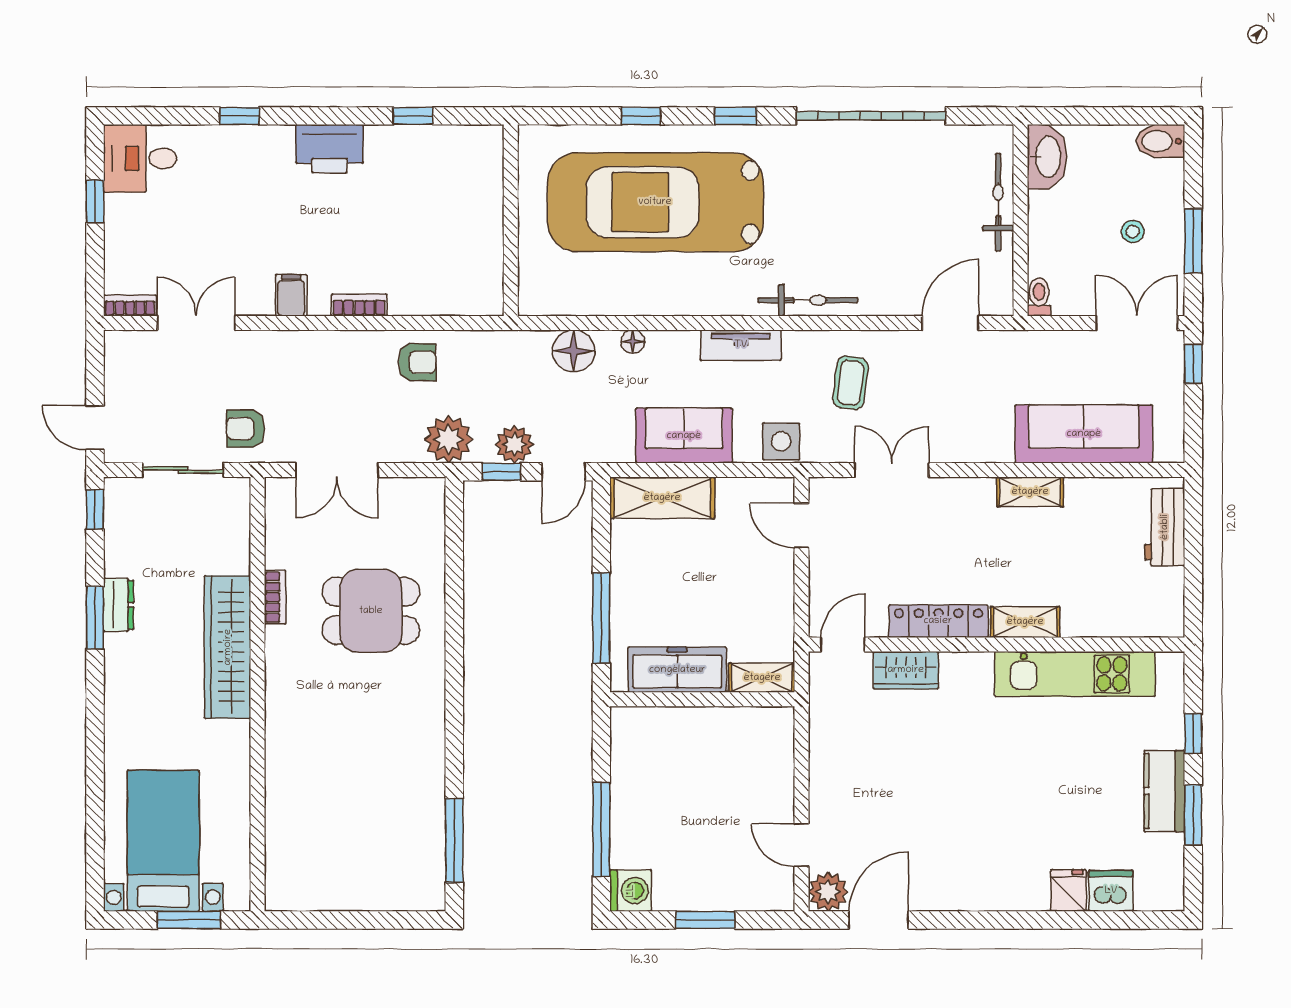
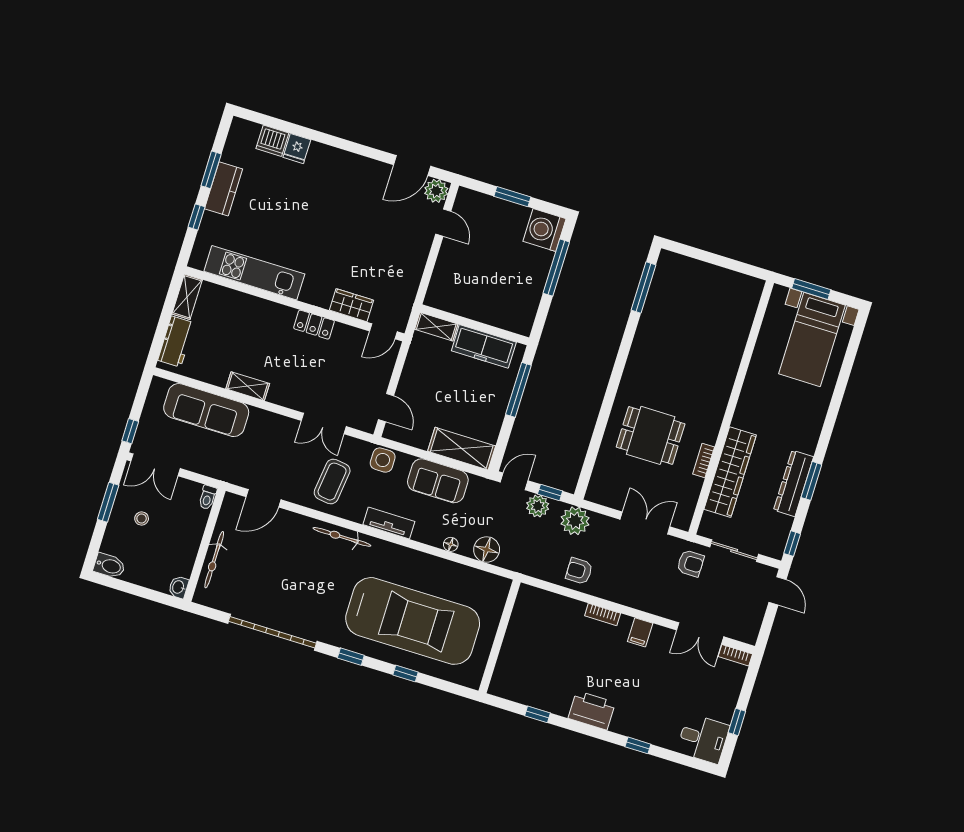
washbasin: (1047, 157) -> (179, 587), width x0.52, depth x0.69
coffee table: (850, 383) -> (332, 482), width x1.36, depth x1.30
dresser: (118, 605) -> (794, 483), width x1.96, depth x1.24
locker: (938, 621) -> (314, 325), width x0.66
shelving: (1025, 622) -> (187, 297), moved, turned 90
wardrobe: (228, 647) -> (730, 472), moved
washing machine: (631, 891) -> (544, 230), width x1.37, depth x1.37

